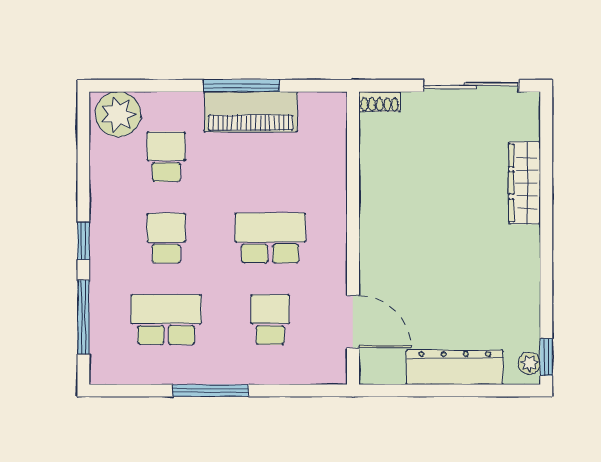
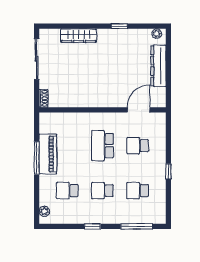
plant: (118, 114) -> (44, 211), width x0.53, depth x0.53
window: (83, 241) -> (92, 226), moved
school desk: (166, 320) -> (138, 191), width x0.54
window: (546, 357) -> (119, 26), moved
window: (210, 390) -> (168, 171), width x0.46

